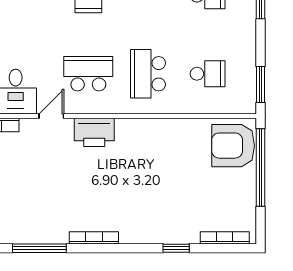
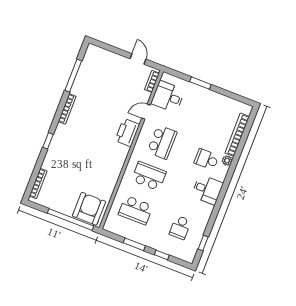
school desk: (208, 74) -> (136, 210), width x1.85
window: (261, 85) -> (134, 244), moved
door: (51, 116) -> (146, 112), swing flipped
window: (176, 248) -> (48, 141), moved

